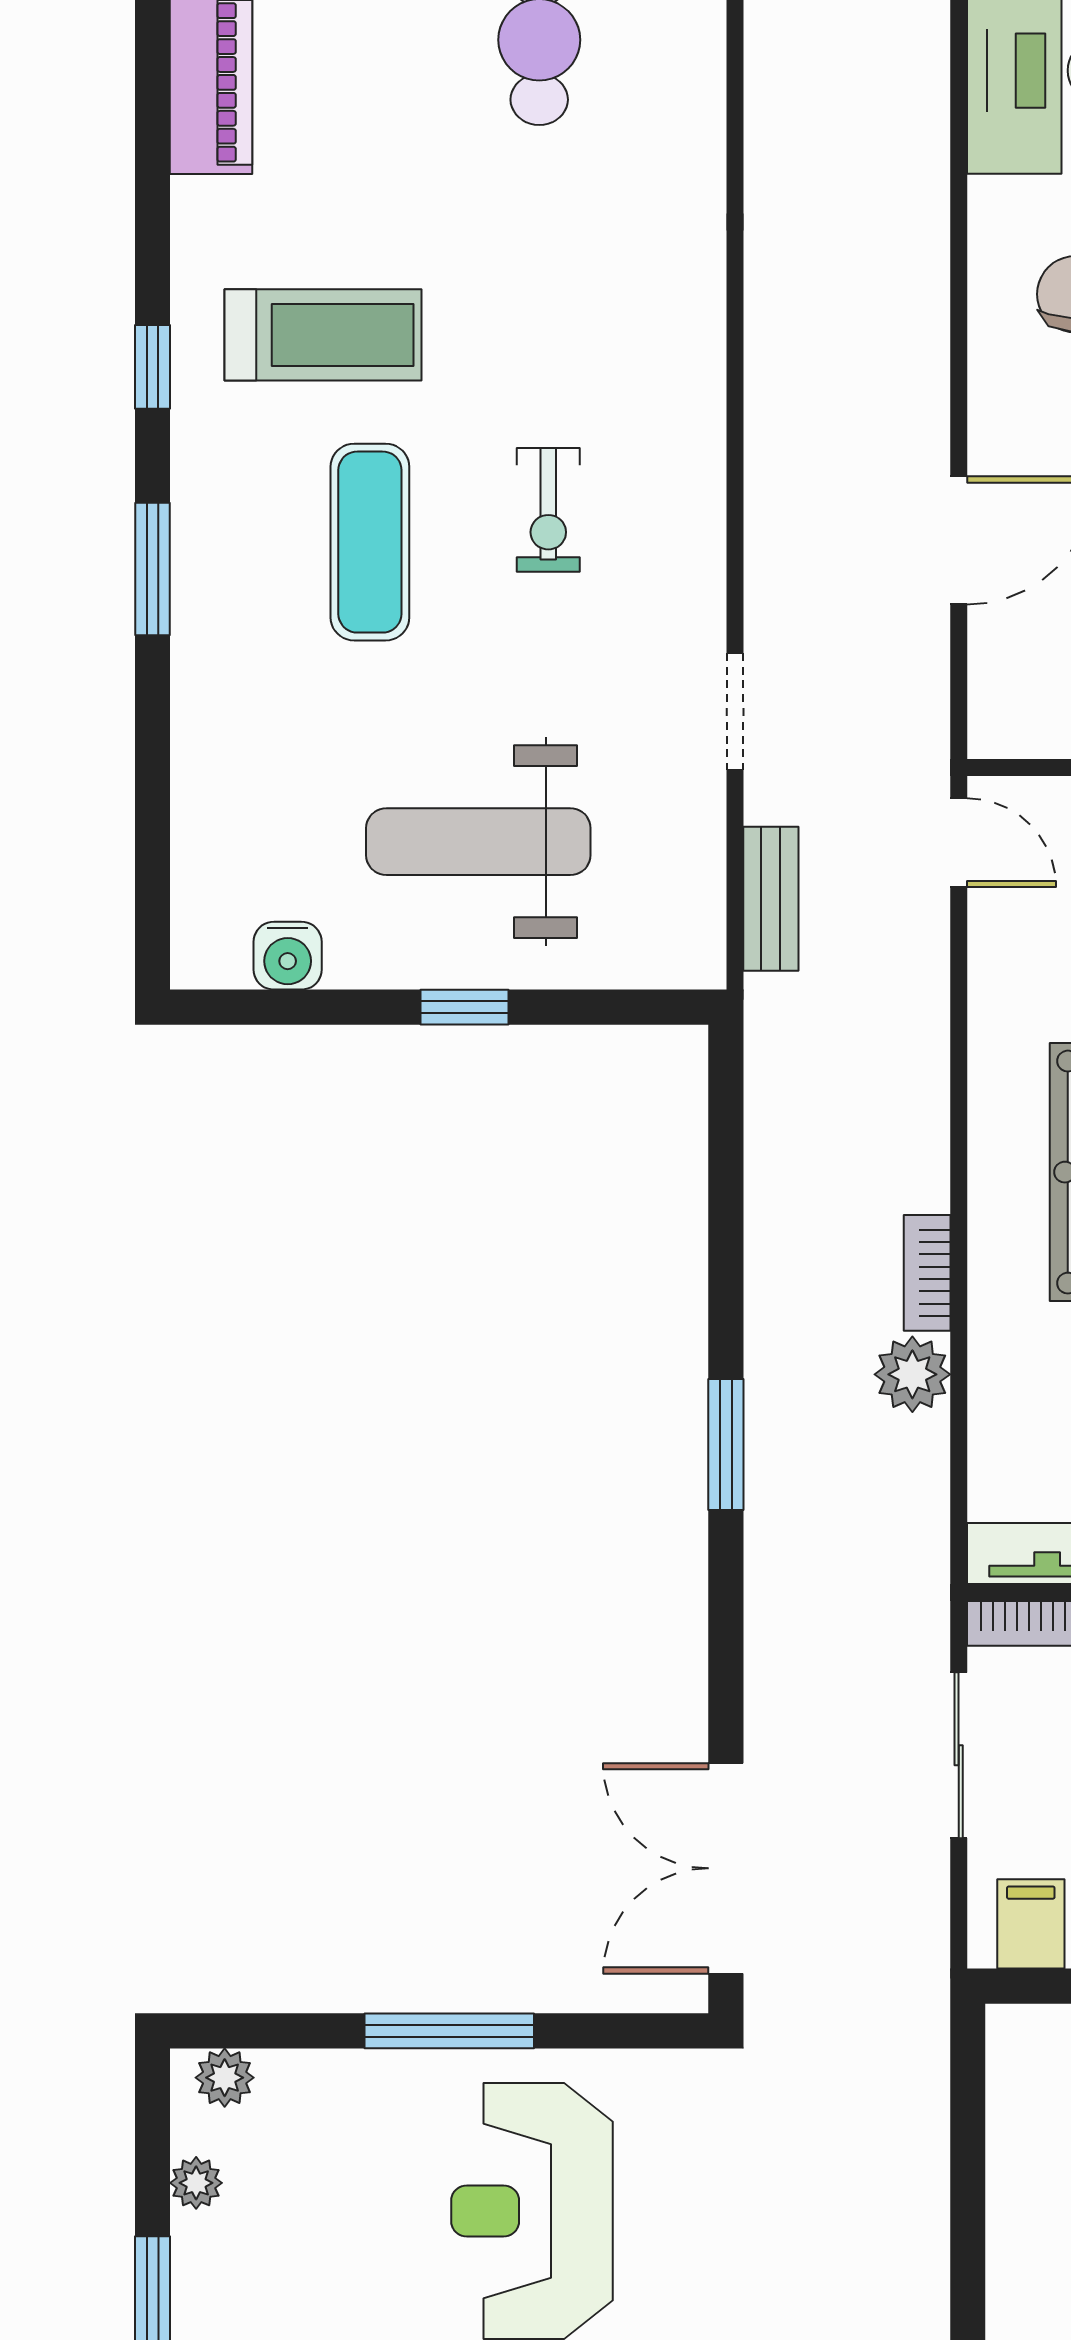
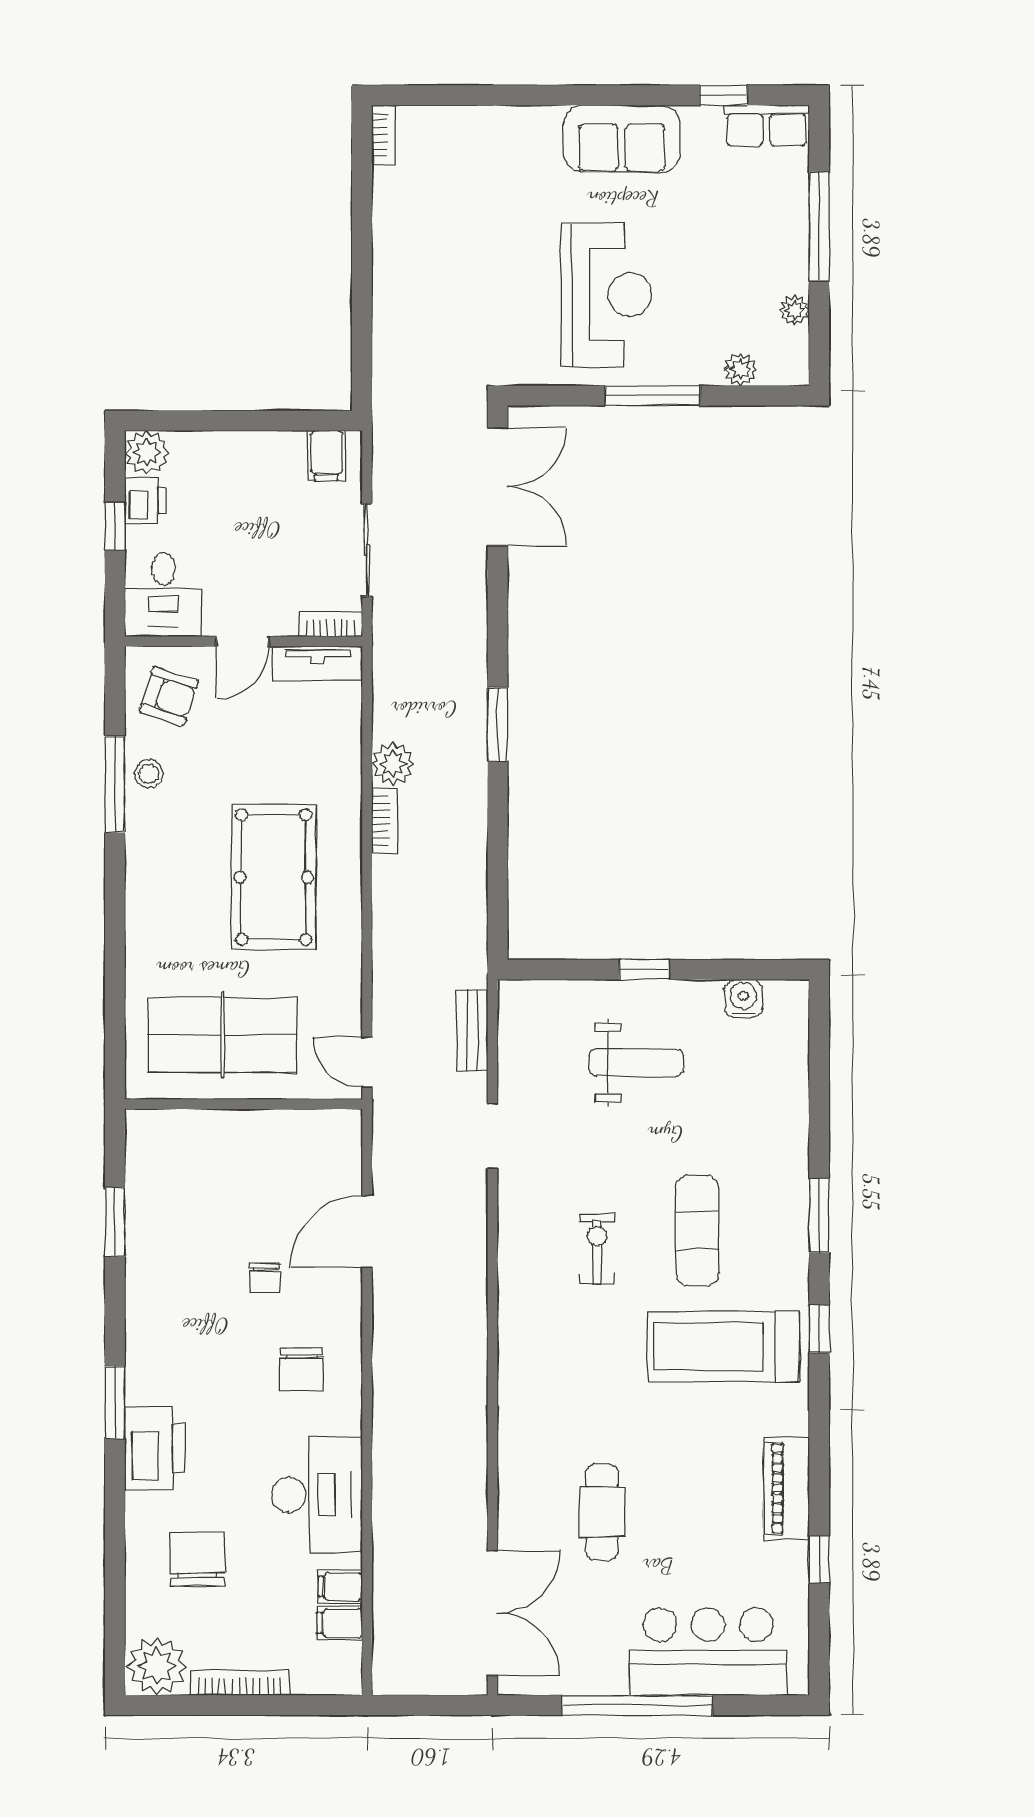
treadmill: (323, 335) -> (723, 1347), width x1.37, depth x1.38
weight bench: (478, 842) -> (636, 1062), width x0.73, depth x0.75
plant: (225, 2078) -> (740, 369), moved

